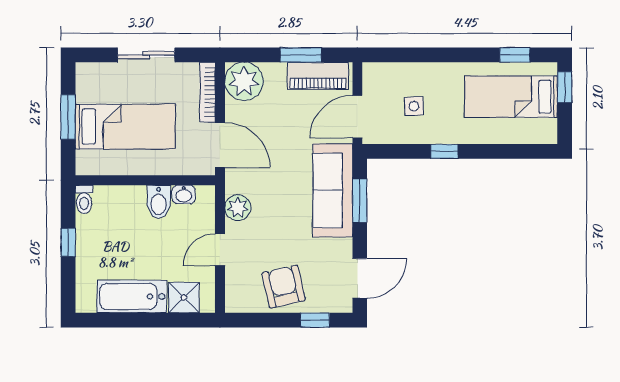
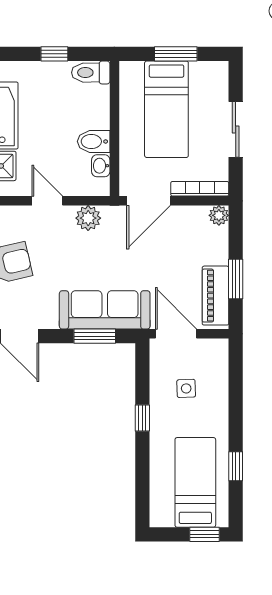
window: (515, 55) -> (236, 466), moved
plant: (244, 81) -> (219, 215), width x0.53, depth x0.53
toilet: (84, 199) -> (91, 73), width x1.37, depth x1.39

